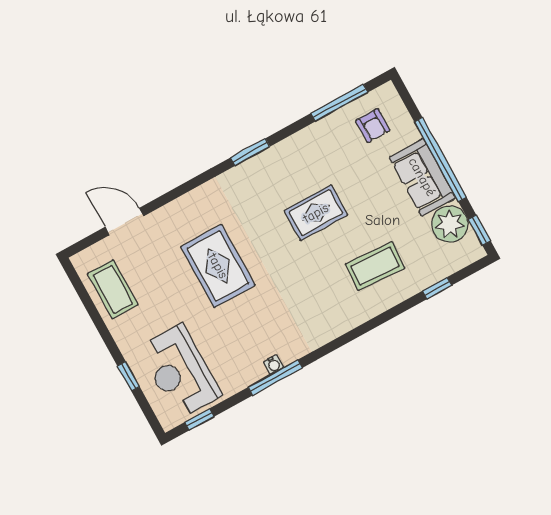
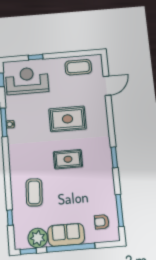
rug: (316, 213) -> (68, 159), moved, turned 90

